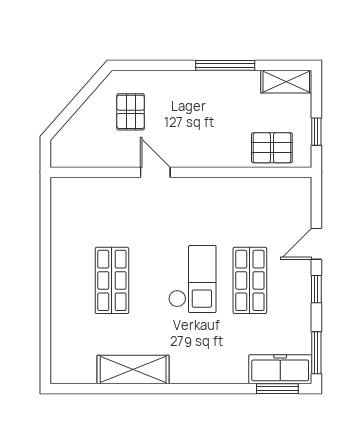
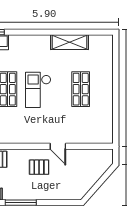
pallet: (131, 112) -> (39, 167), moved, turned 90

